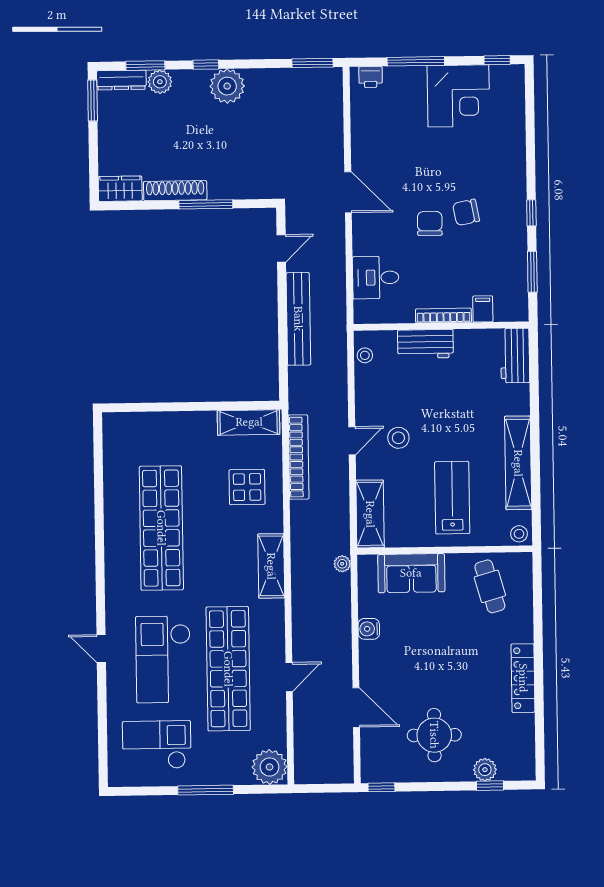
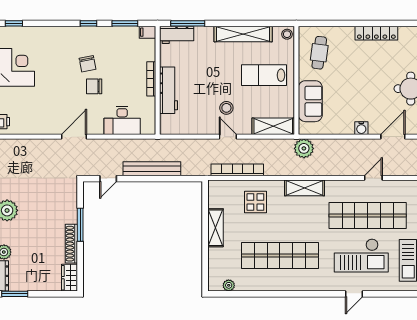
window: (530, 92) -> (14, 23), added
door: (281, 248) -> (108, 179), swing flipped
desk: (376, 278) -> (122, 120), width x1.37
filing cabinet: (483, 309) -> (147, 32), moved
workbench: (425, 344) -> (169, 90), width x1.38
stool: (365, 355) -> (175, 128), removed
window: (534, 373) -> (188, 23), added
shelving: (249, 422) -> (215, 228), moved
plant: (112, 446) -> (229, 285), added
plant: (342, 564) -> (304, 148), width x1.88, depth x1.88
cafe table: (490, 586) -> (319, 53), turned -66
water cooler: (369, 629) -> (361, 128), moved
door: (289, 677) -> (373, 178), hinge flipped

